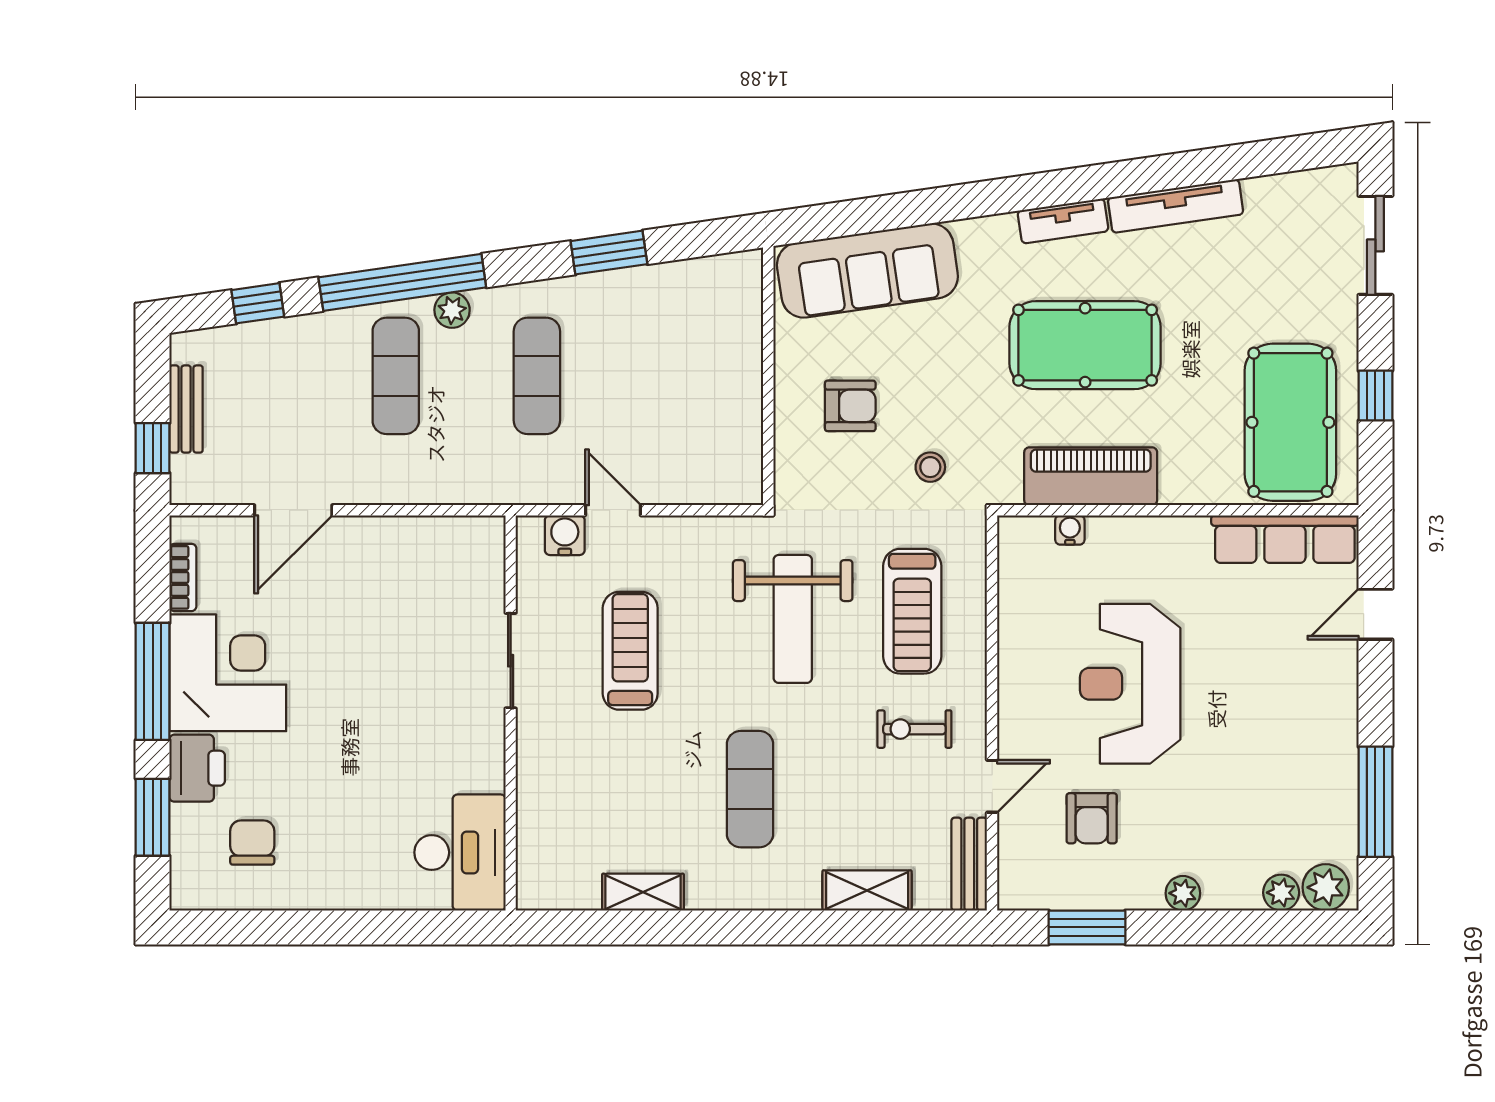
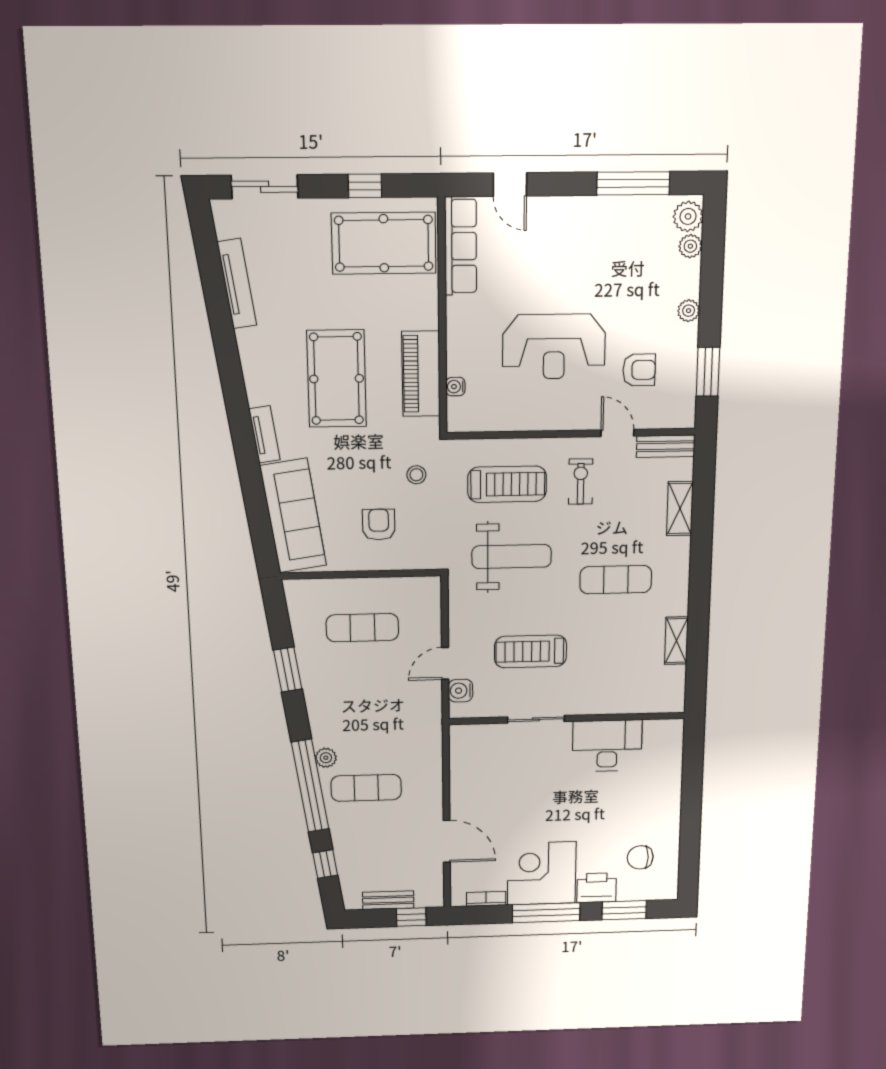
tv unit: (1176, 206) -> (237, 284), moved
tv unit: (1063, 221) -> (264, 434), moved
exercise mat: (537, 376) -> (362, 628), moved
exercise bike: (914, 729) -> (581, 482), turned 180
desk: (460, 852) -> (607, 746), moved

